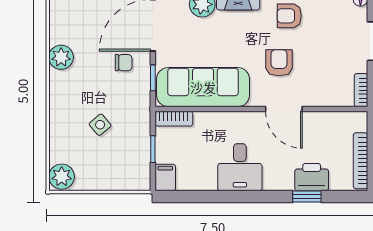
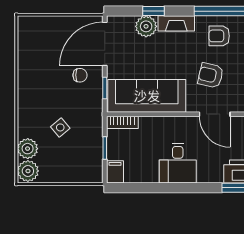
plant: (61, 57) -> (28, 149), moved
armchair: (279, 63) -> (211, 75), turned -77

